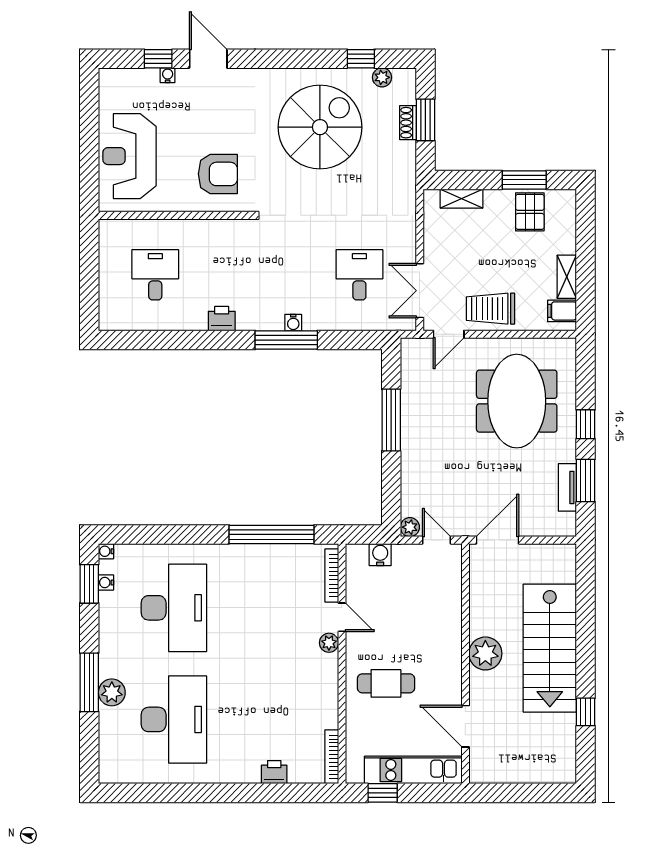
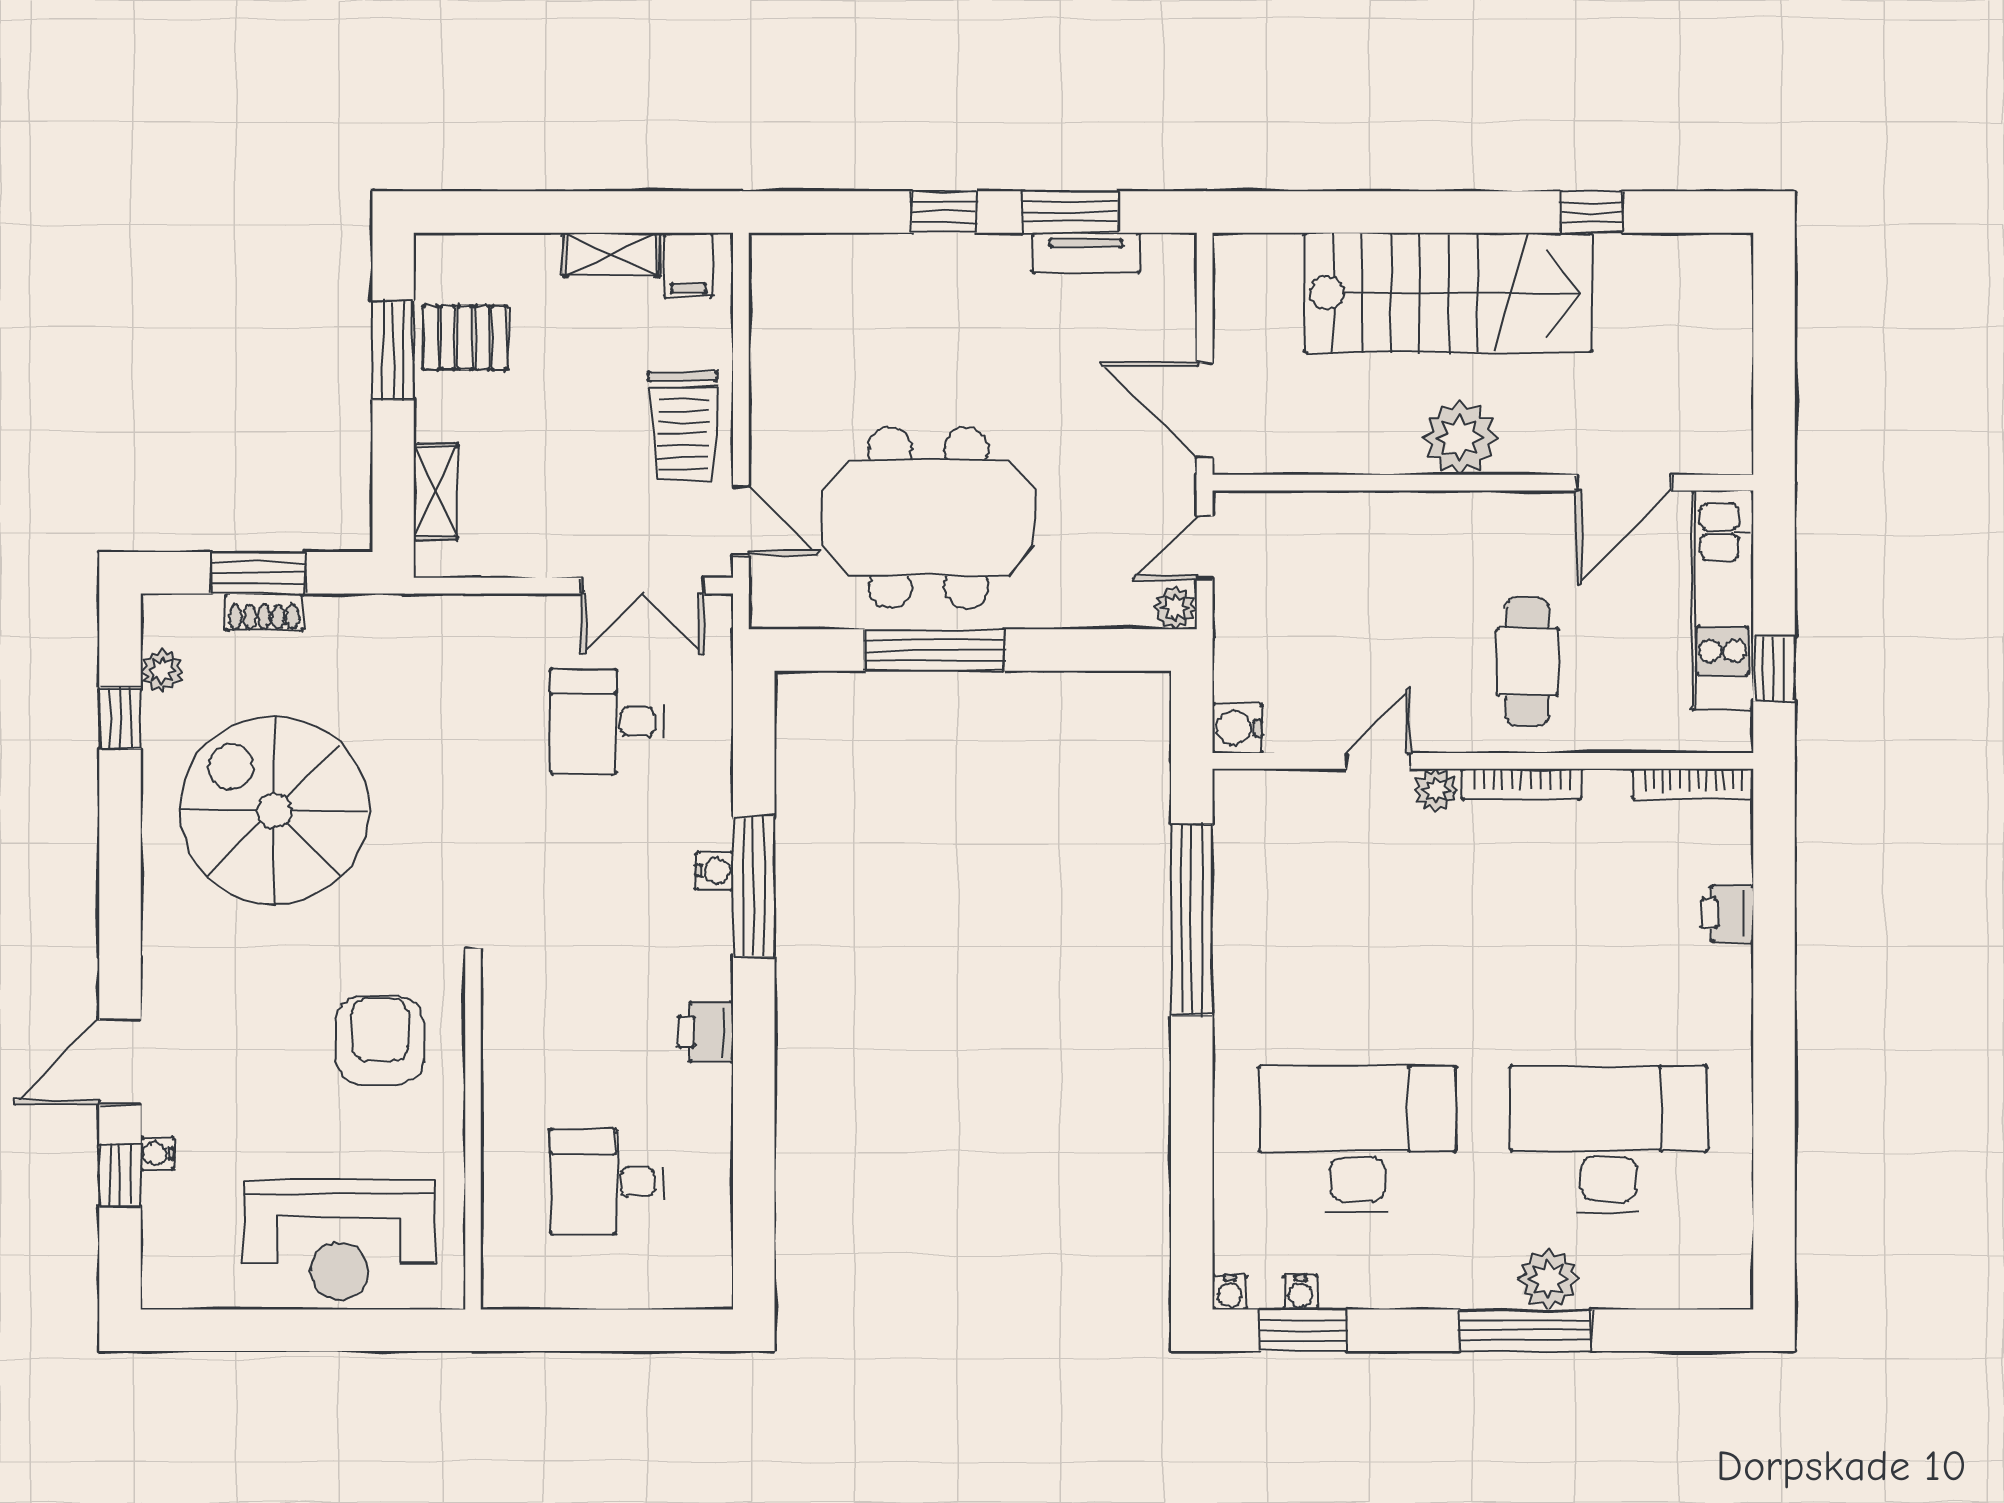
meeting table: (517, 401) -> (928, 518), moved
water cooler: (380, 555) -> (1237, 728), moved
bookcase: (332, 576) -> (1521, 784), moved

